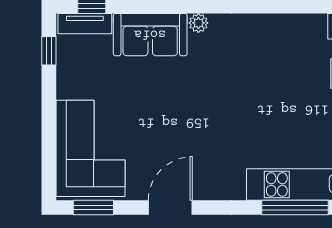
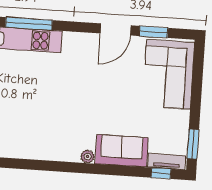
window: (49, 51) -> (193, 144), width x1.50
window: (93, 208) -> (154, 32), moved

